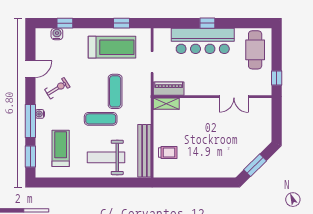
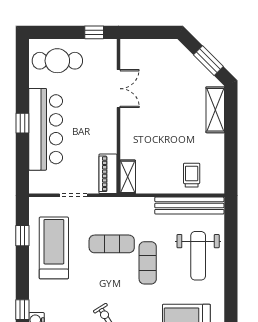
shelving: (218, 170) -> (215, 110), added

